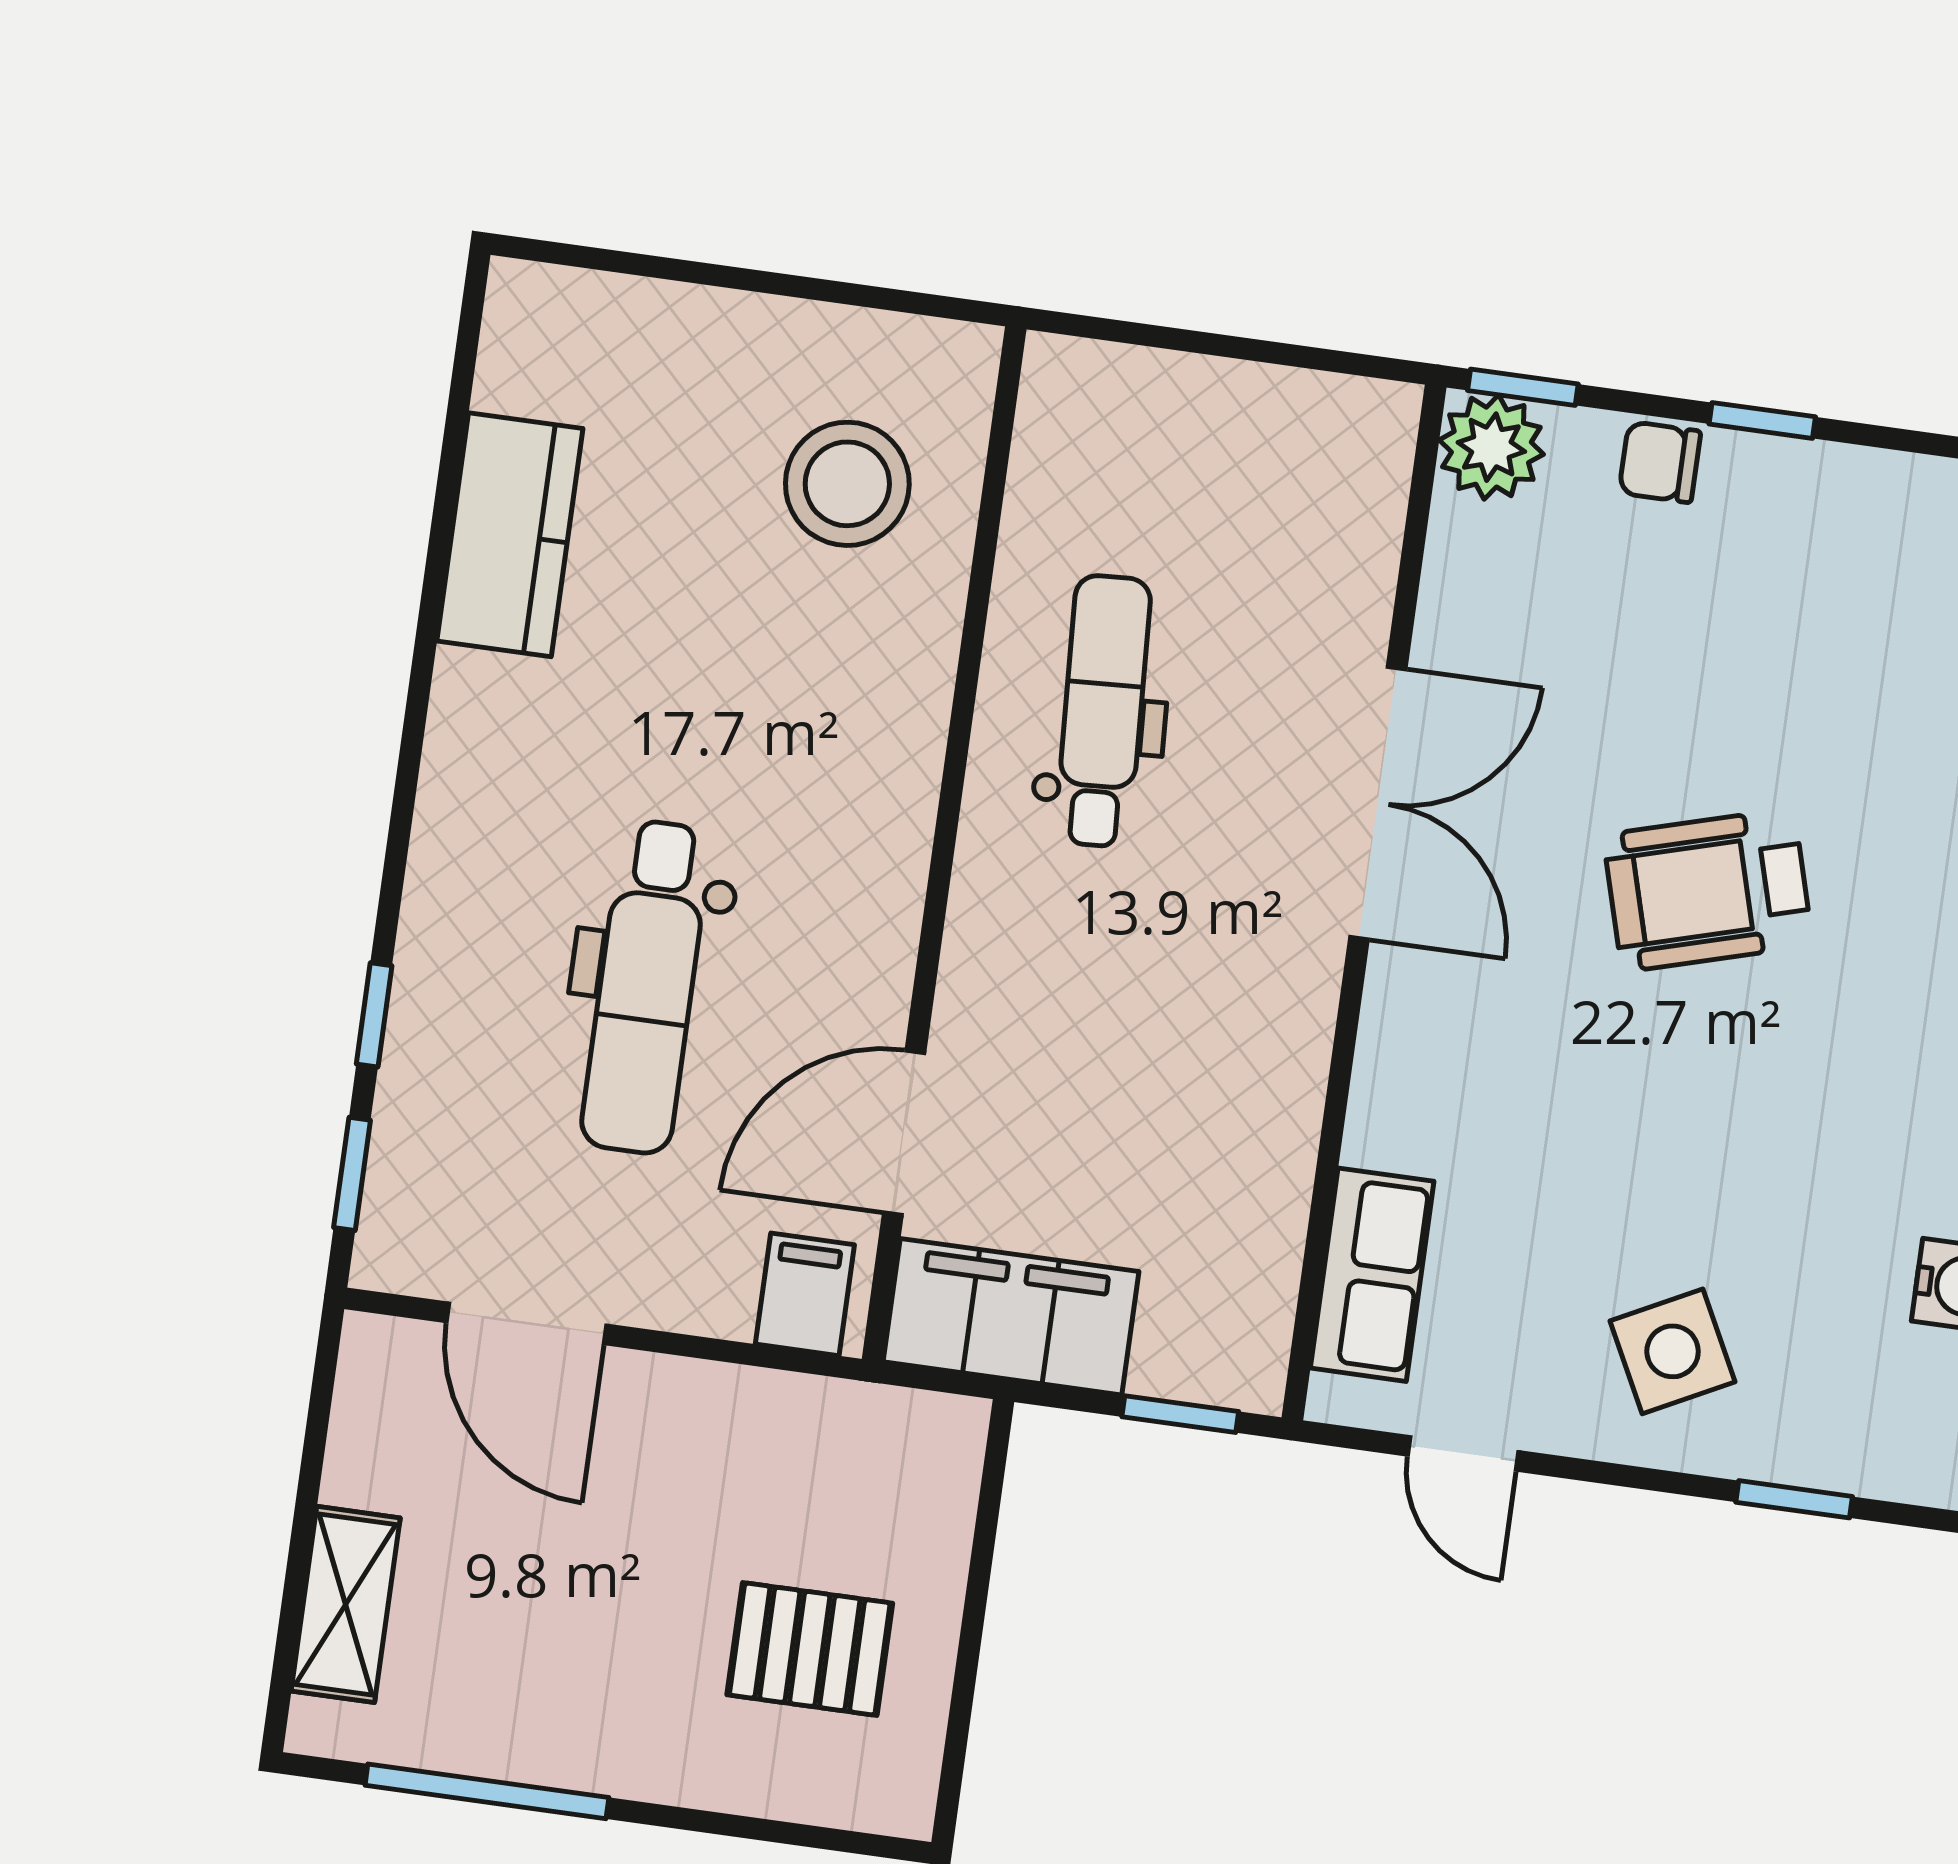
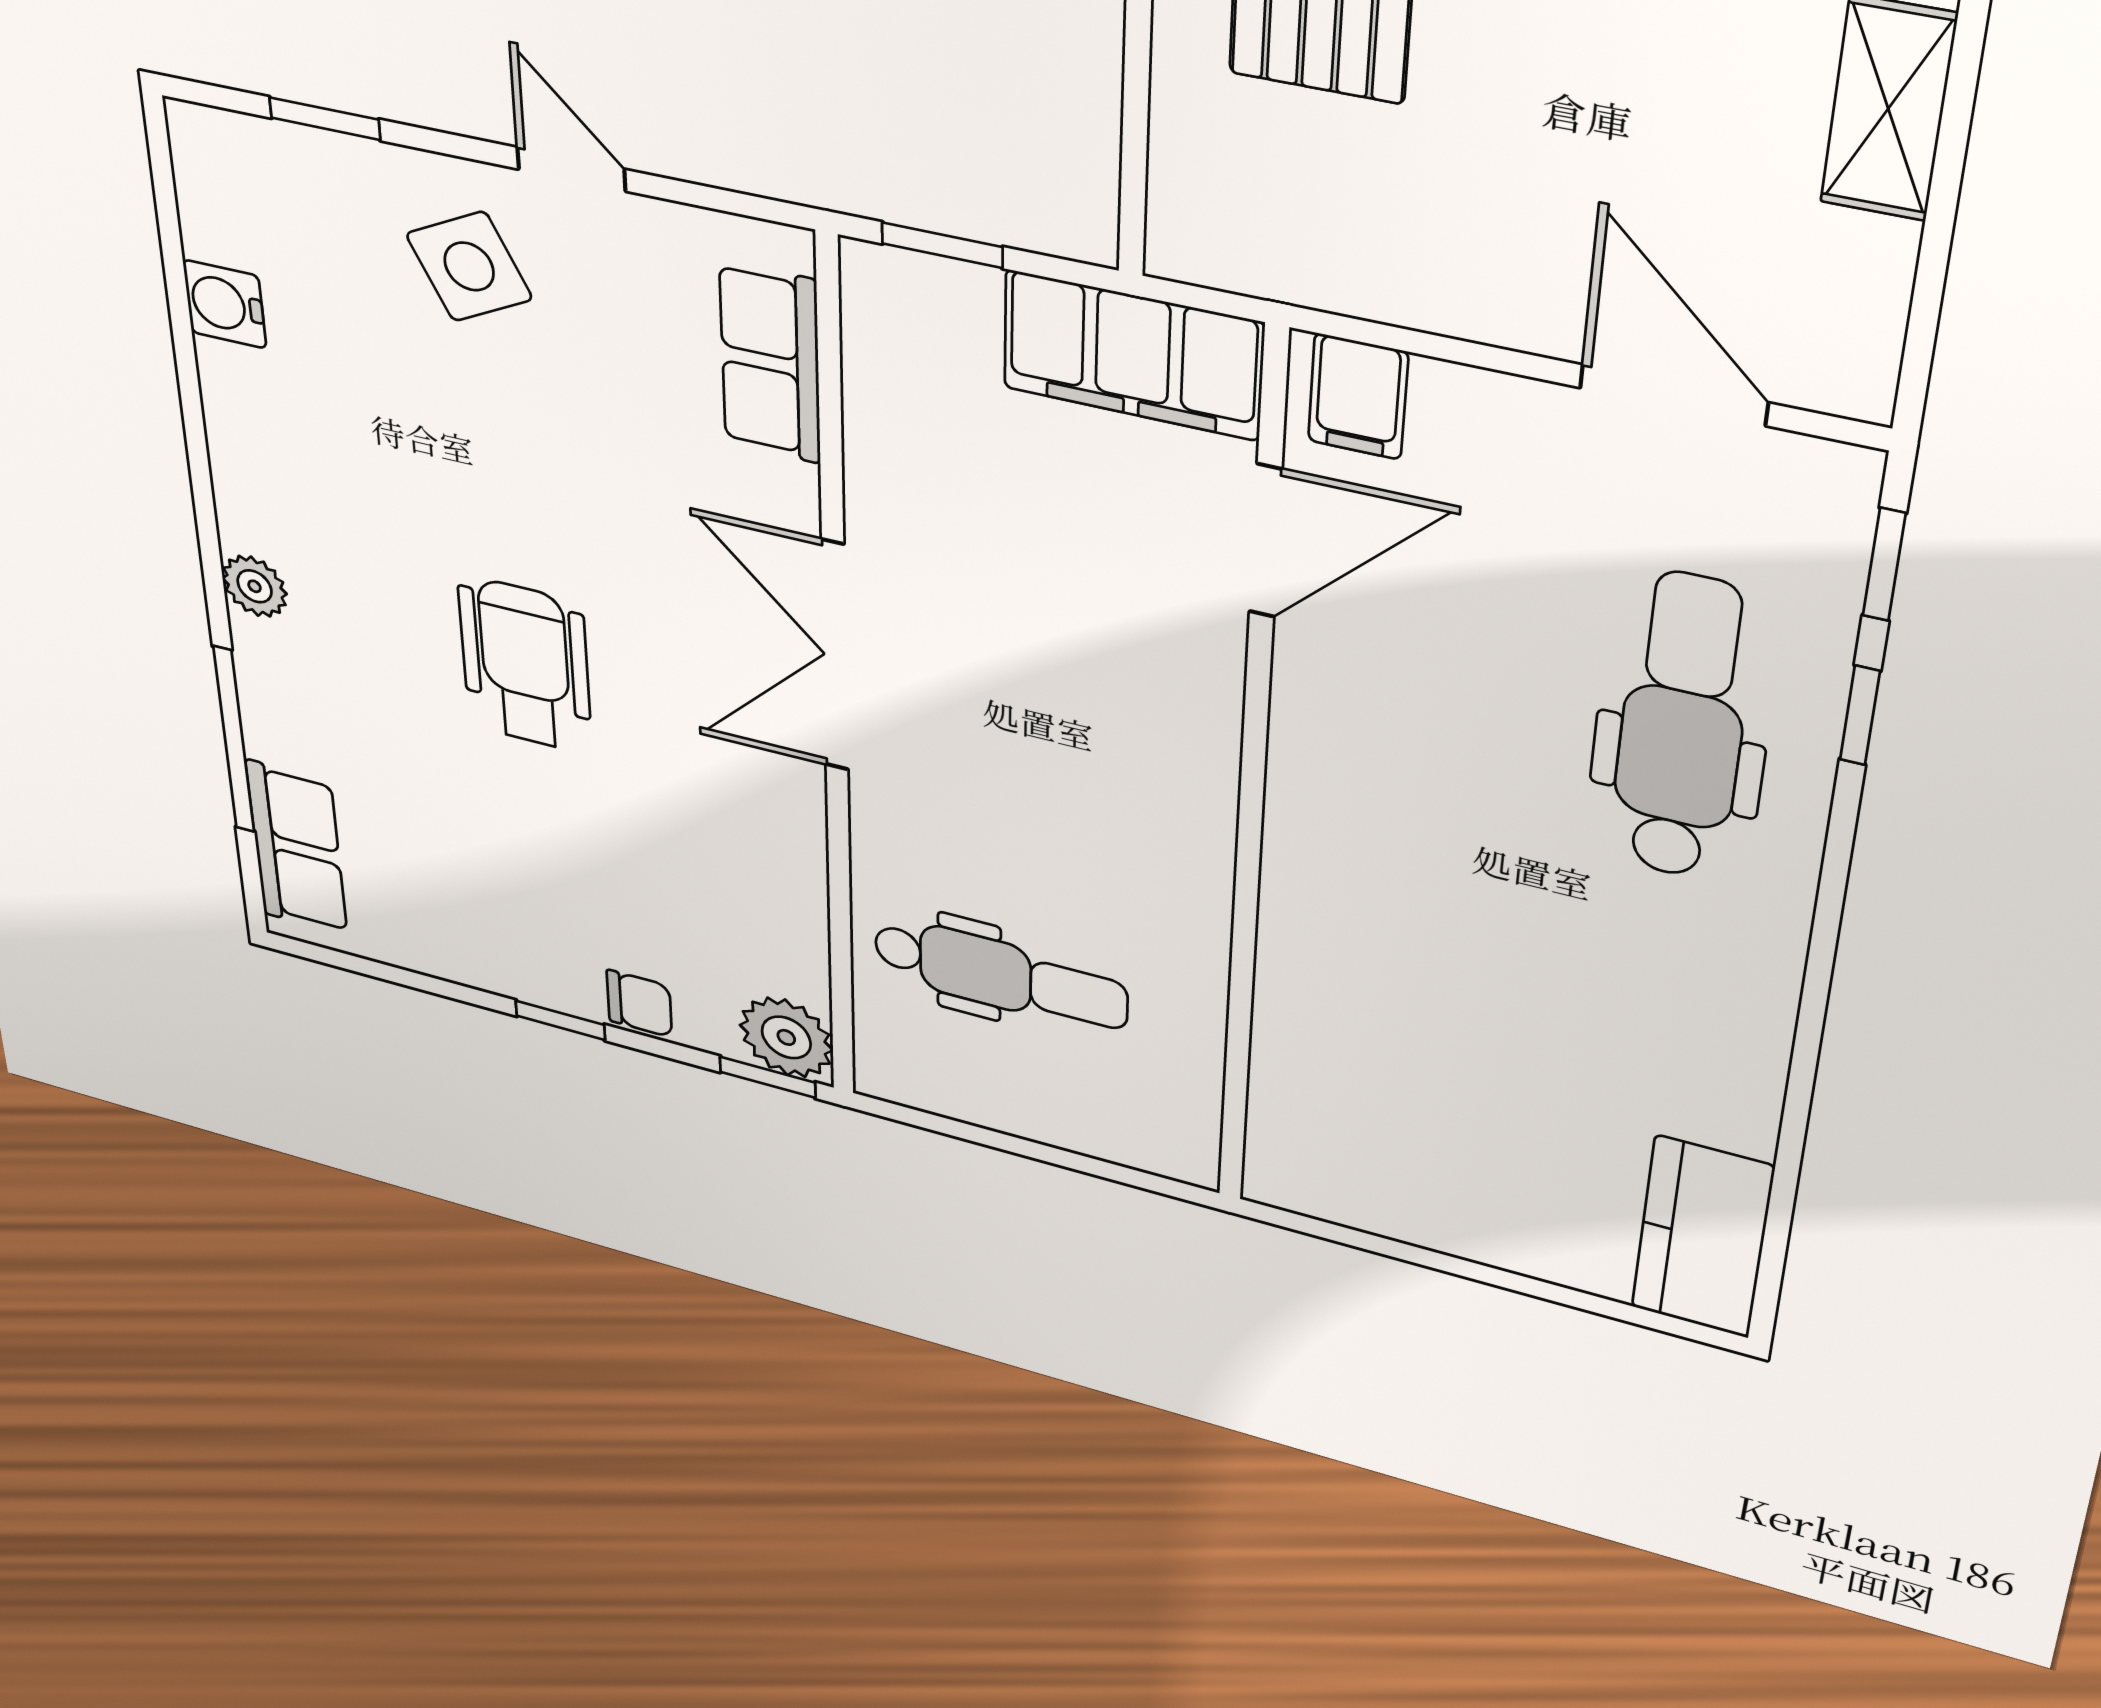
stool: (847, 484) -> (1379, 1103), removed
kitchen counter: (510, 535) -> (1702, 1237), moved
dental chair: (1103, 711) -> (1000, 975), moved, turned -87
double door: (1378, 803) -> (835, 656), moved
wheelchair: (1708, 890) -> (525, 665), turned -74
dental chair: (646, 987) -> (1682, 728), moved
door: (1463, 1453) -> (571, 169), moved

